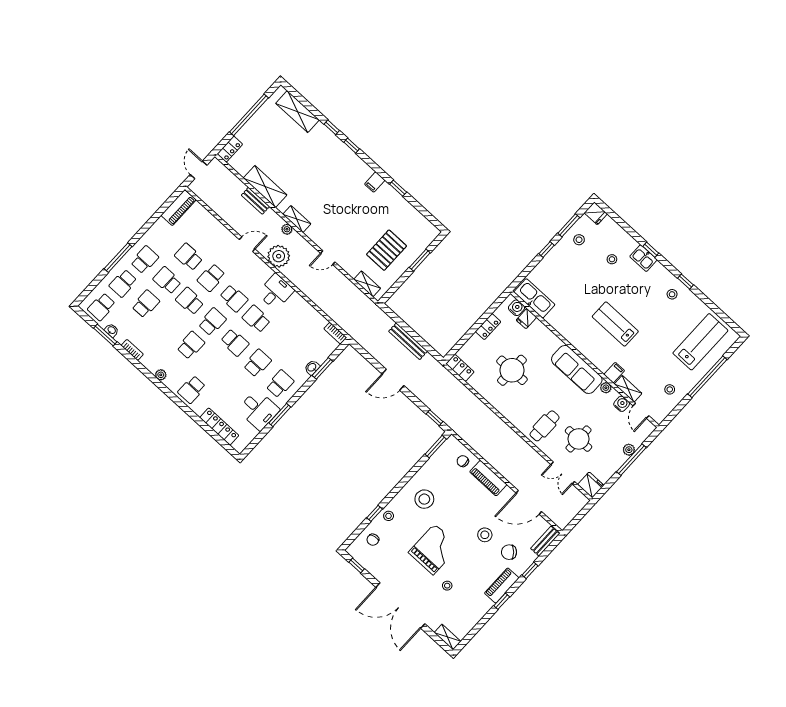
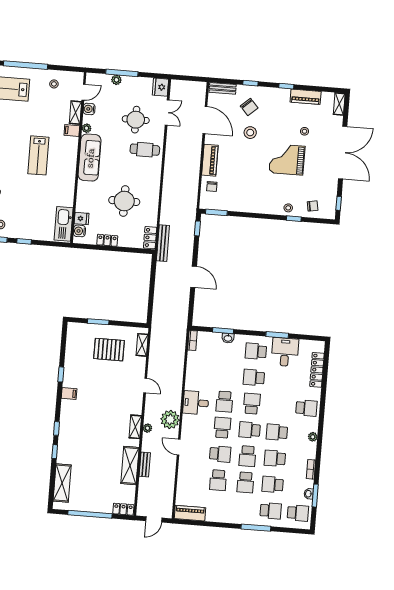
school desk: (145, 260) -> (275, 458), moved
bench: (408, 341) -> (163, 243), moved
stool: (424, 499) -> (258, 192), removed
piano: (502, 586) -> (306, 97), moved

